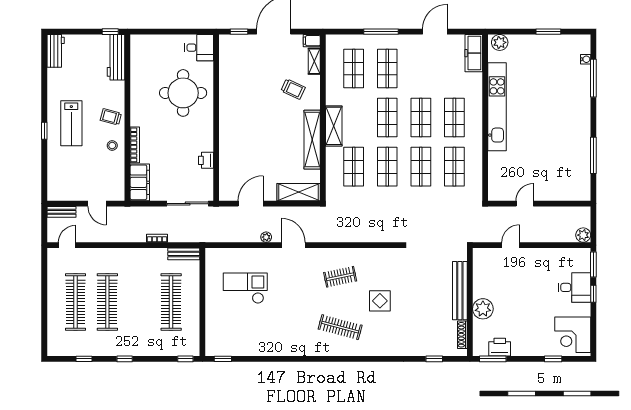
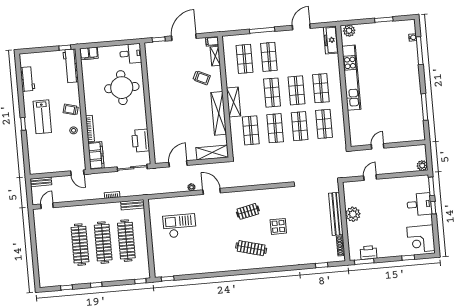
filing cabinet: (142, 42) -> (89, 53), added
workbench: (56, 51) -> (27, 79), moved
printer: (206, 160) -> (141, 141), width x1.87, depth x1.48
door: (97, 204) -> (77, 173), moved
clothes rail: (76, 302) -> (103, 243), moved
plant: (483, 309) -> (353, 214), moved

